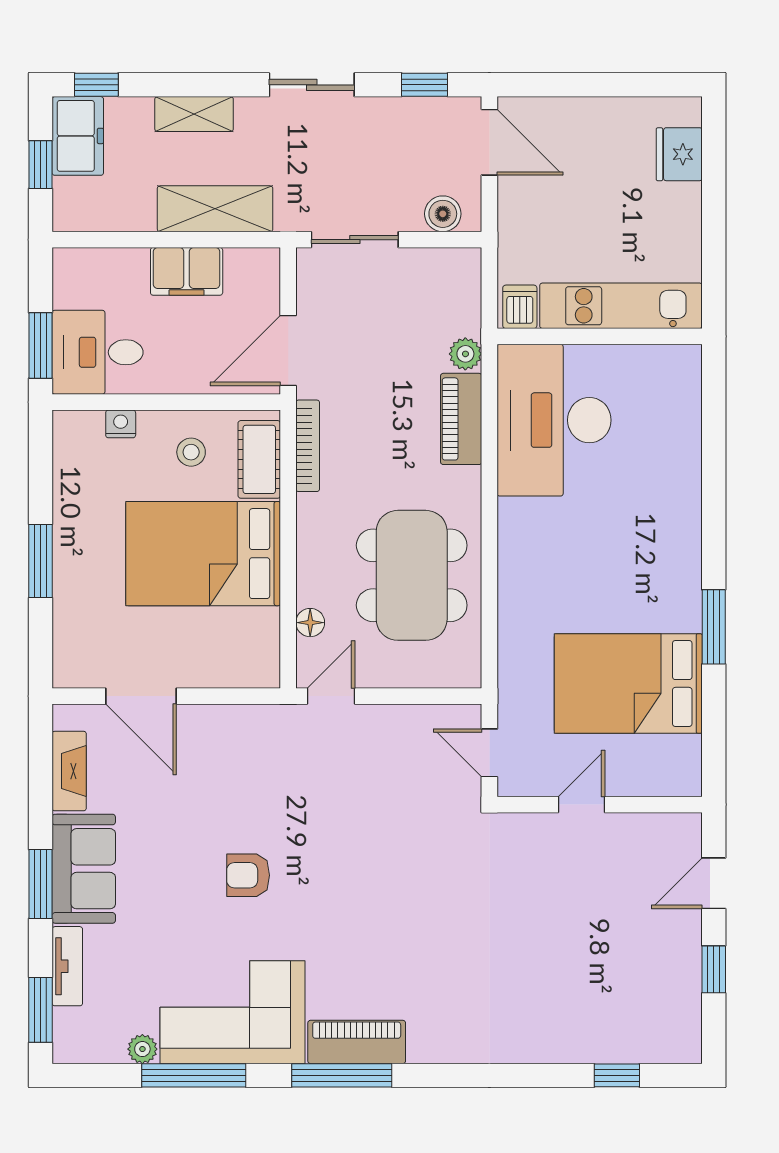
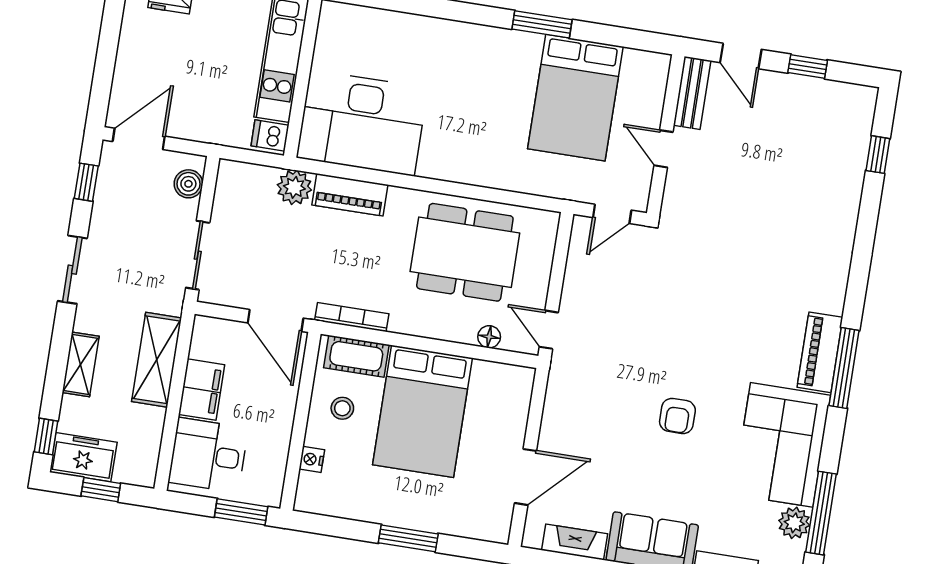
desk: (98, 352) -> (208, 455), moved, turned 90
plant: (465, 354) -> (294, 187), width x1.38, depth x1.38
bench: (658, 829) -> (692, 93), added
plant: (142, 1049) -> (794, 523), width x1.38, depth x1.38
window: (194, 1075) -> (821, 513), moved

